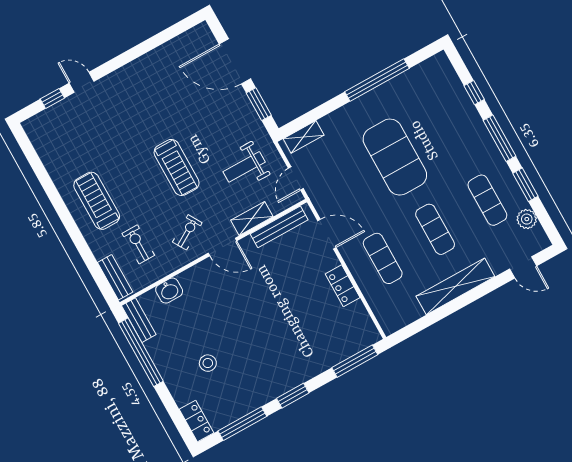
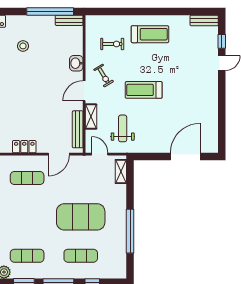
window: (259, 104) -> (154, 156), removed
exercise mat: (435, 229) -> (81, 256), moved
bench: (115, 277) -> (204, 20), moved
washbasin: (169, 291) -> (76, 63), moved

